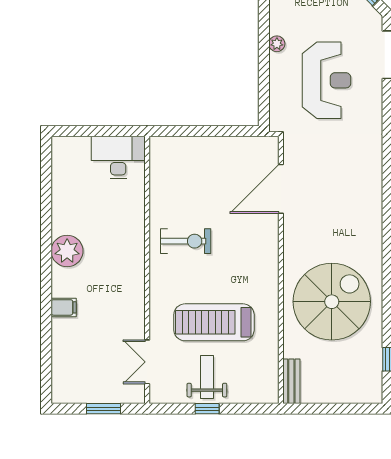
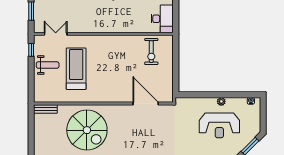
reception desk: (326, 80) -> (219, 125), moved
exercise bike: (186, 241) -> (151, 52), moved
window: (207, 409) -> (31, 50), moved

